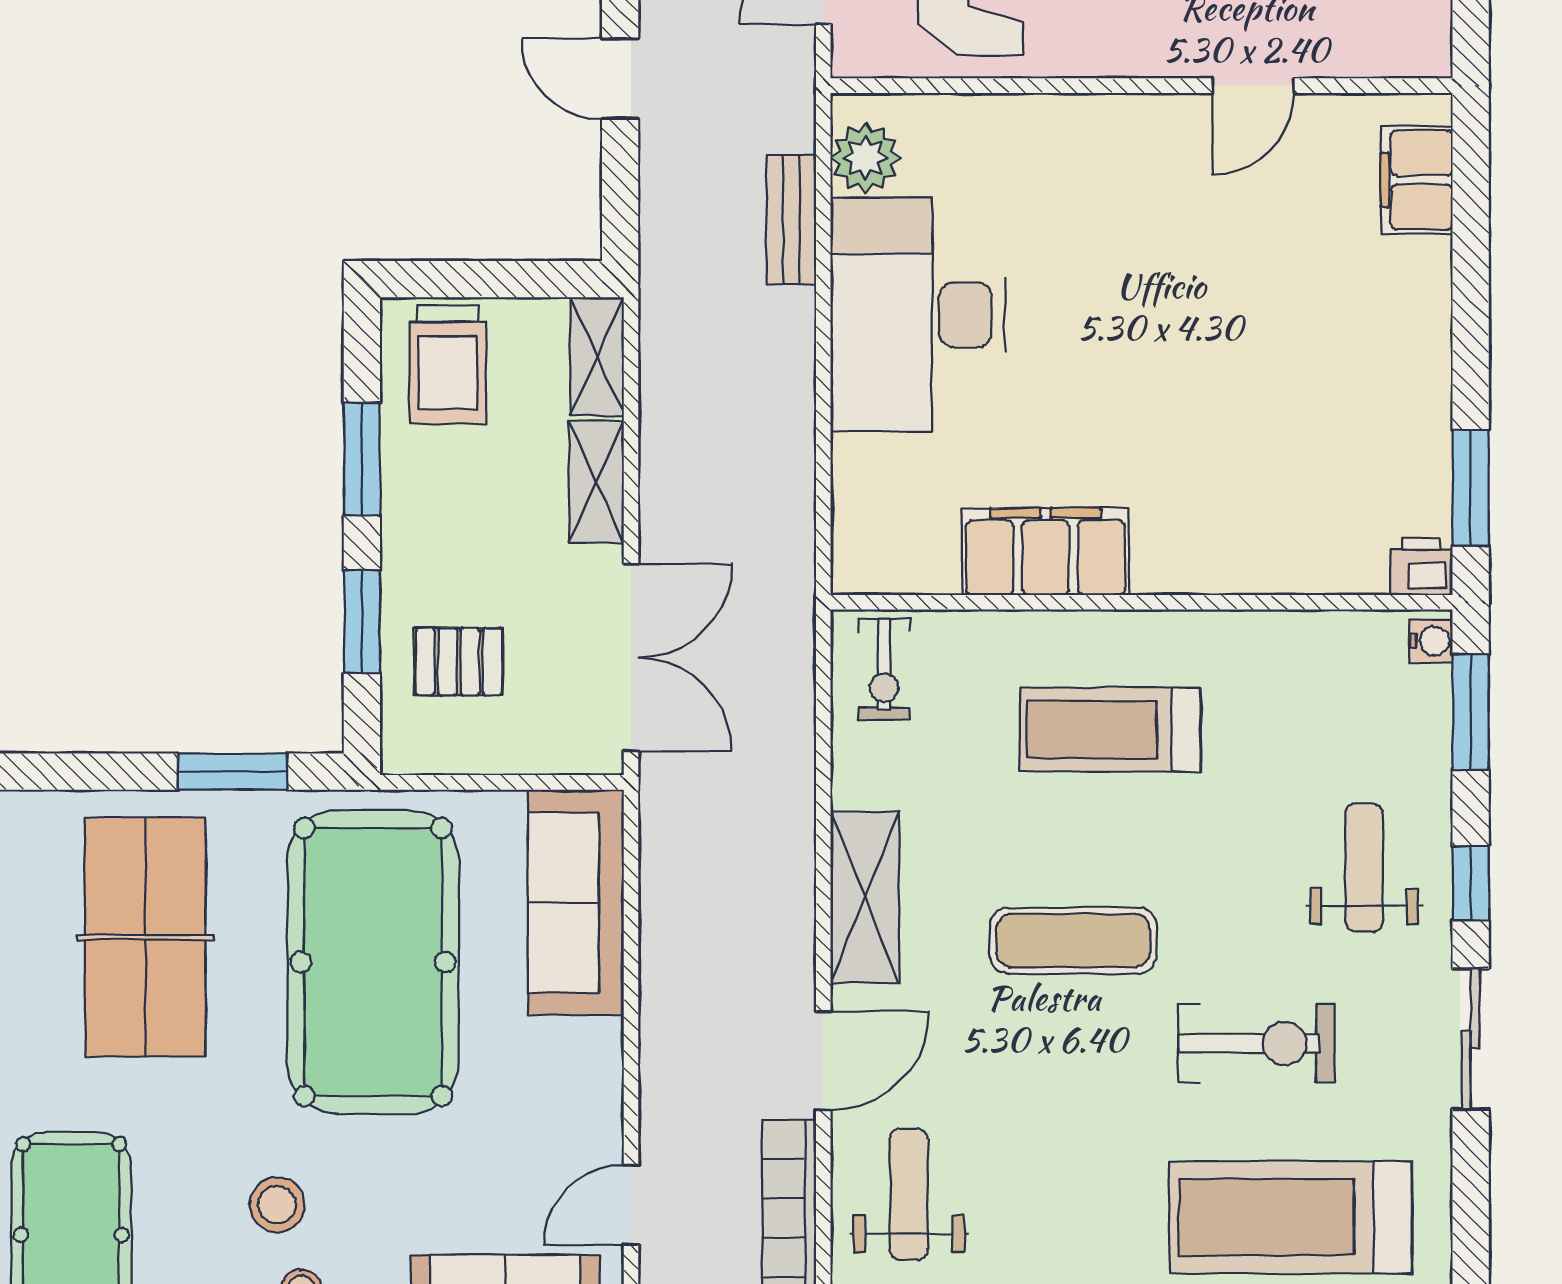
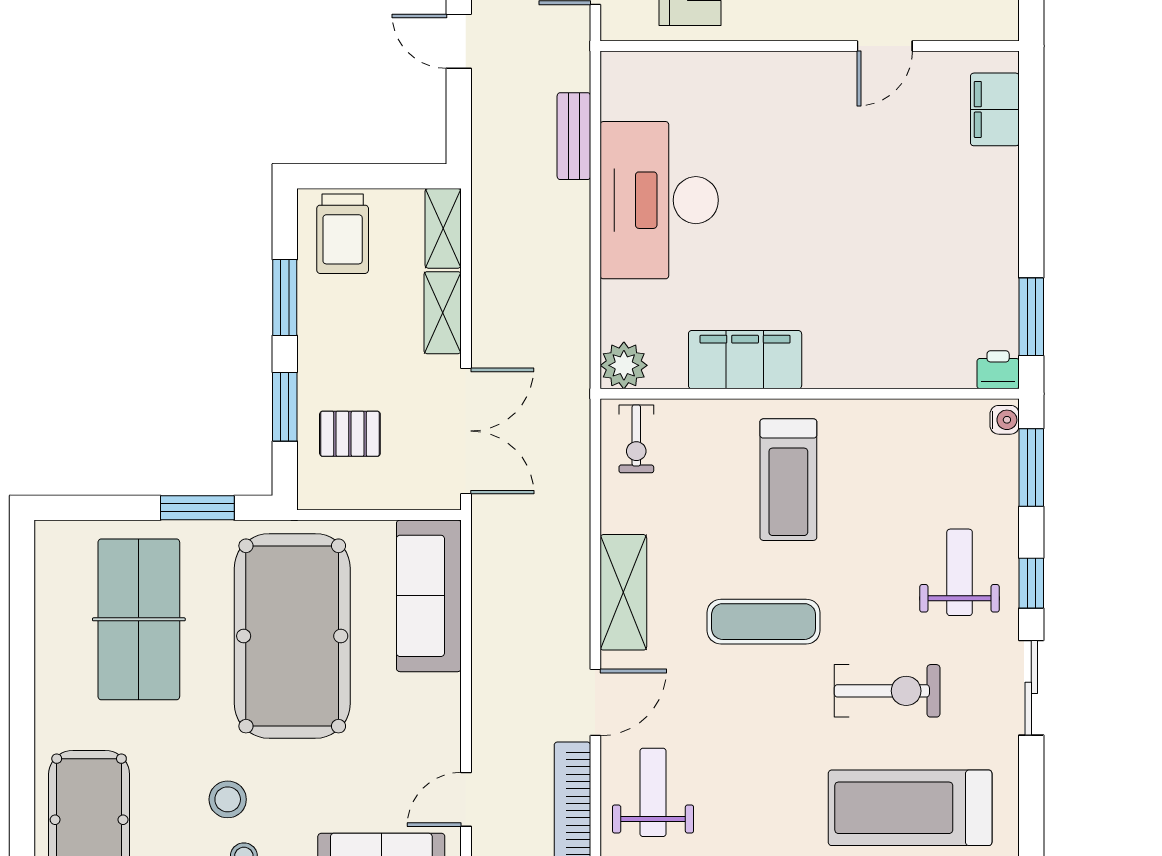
plant: (865, 158) -> (624, 365), moved
treadmill: (1110, 730) -> (788, 480), turned -90

